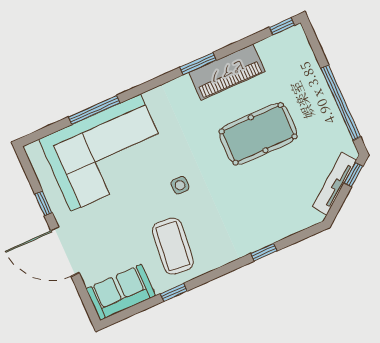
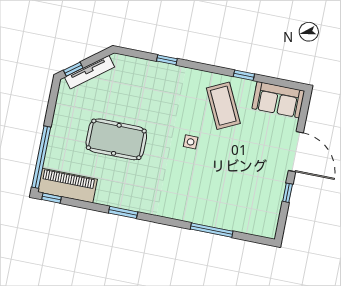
piano: (227, 72) -> (67, 186), moved
window: (341, 103) -> (41, 157), moved
corner sofa: (106, 153) -> (224, 197), removed
coffee table: (173, 246) -> (223, 106), turned -32

